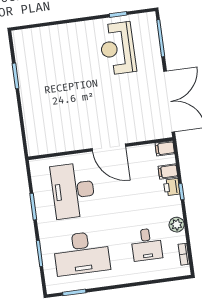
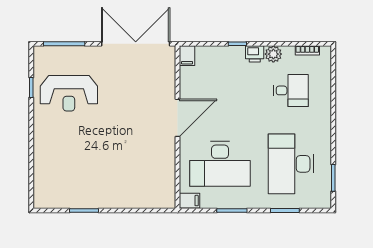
filing cabinet: (168, 172) -> (190, 201), moved, turned -90
printer: (172, 187) -> (255, 54), moved
desk: (82, 253) -> (291, 164), turned 180

